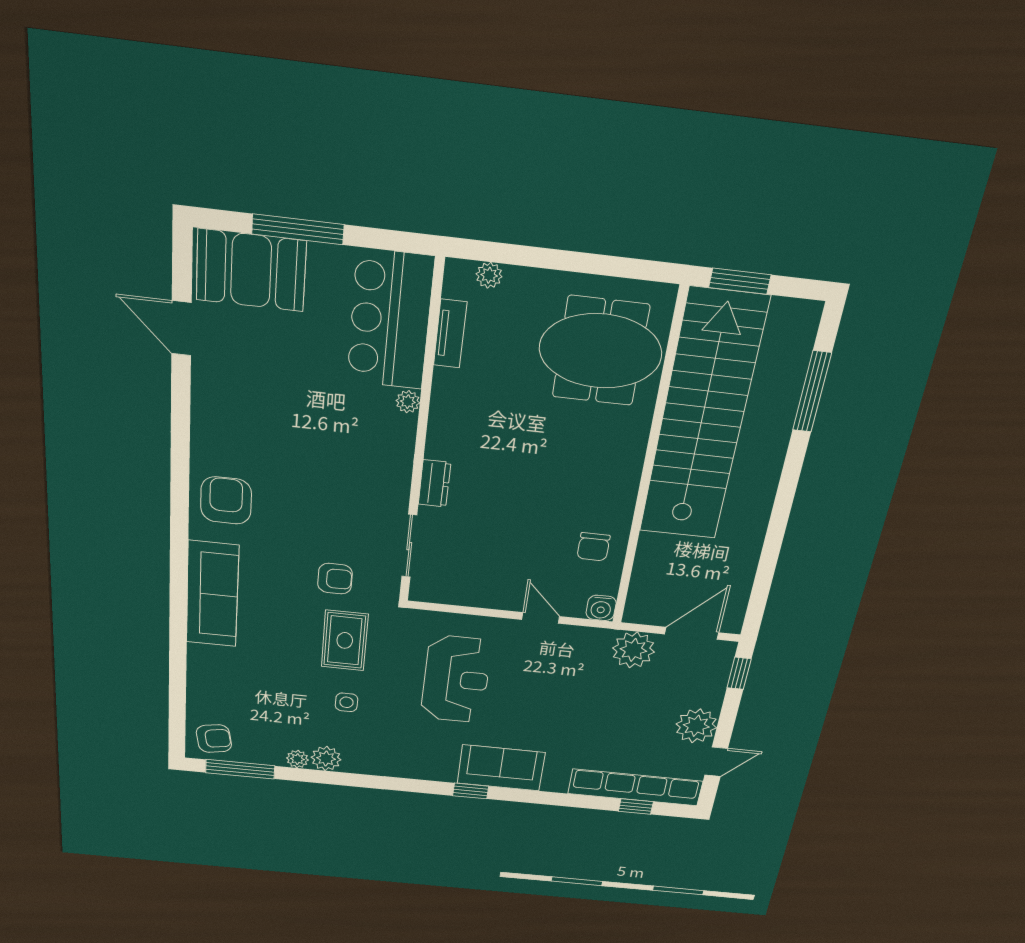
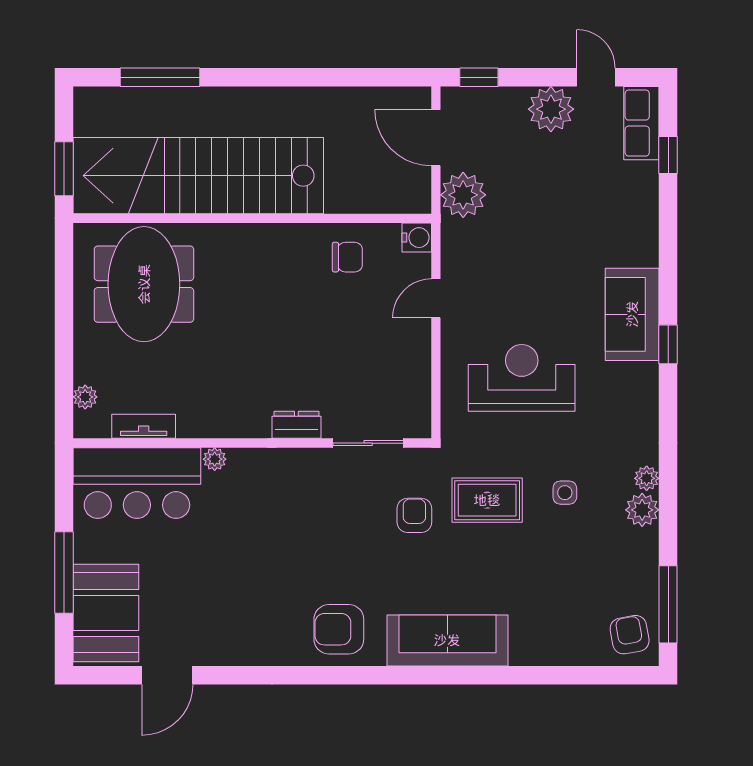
plant: (297, 759) -> (647, 478), moved
row of seats: (635, 787) -> (641, 123), width x0.50

